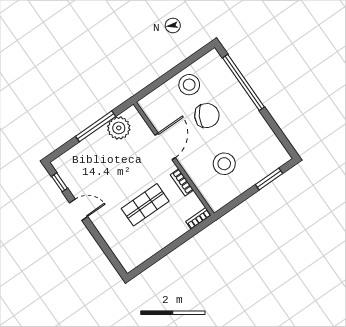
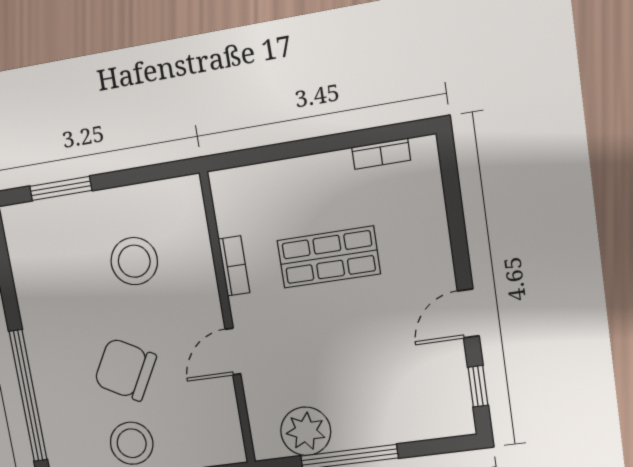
door: (165, 146) -> (233, 351), width x0.73
door: (79, 210) -> (468, 313), hinge flipped
bookcase: (198, 218) -> (381, 154), moved

